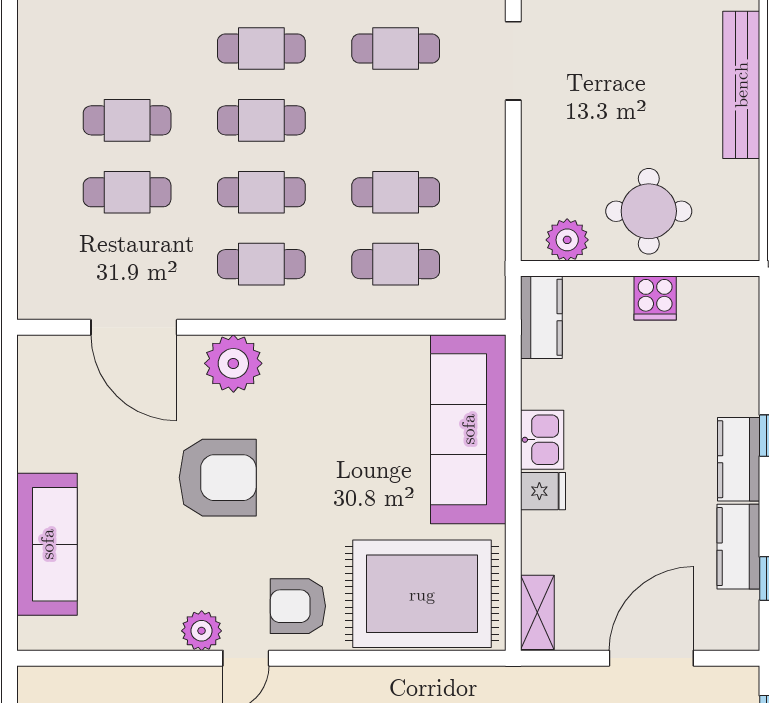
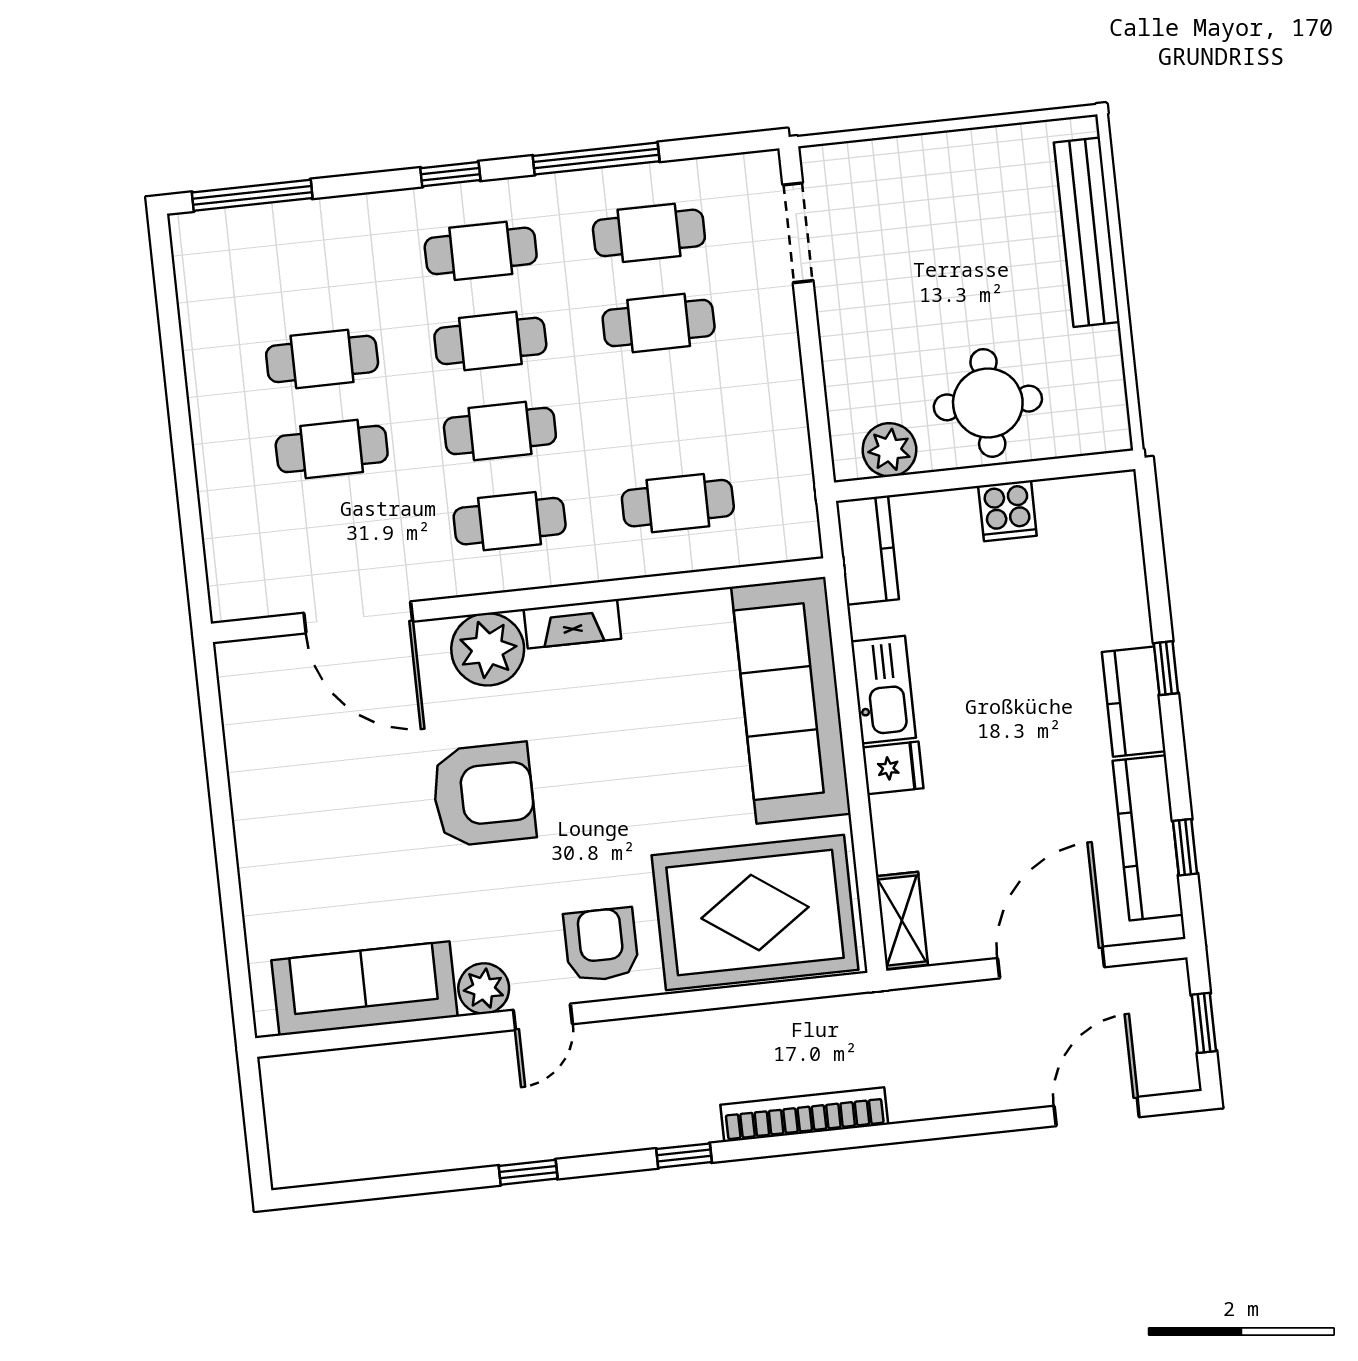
cafe table: (396, 192) -> (659, 323), moved
fireplace: (302, 351) -> (572, 624), added
kitchen sink: (542, 440) -> (883, 690), width x1.38
sofa: (47, 544) -> (365, 988), moved, turned -90
kitchen counter: (738, 547) -> (1148, 838), width x1.50
armchair: (298, 606) -> (601, 945), turned 90

